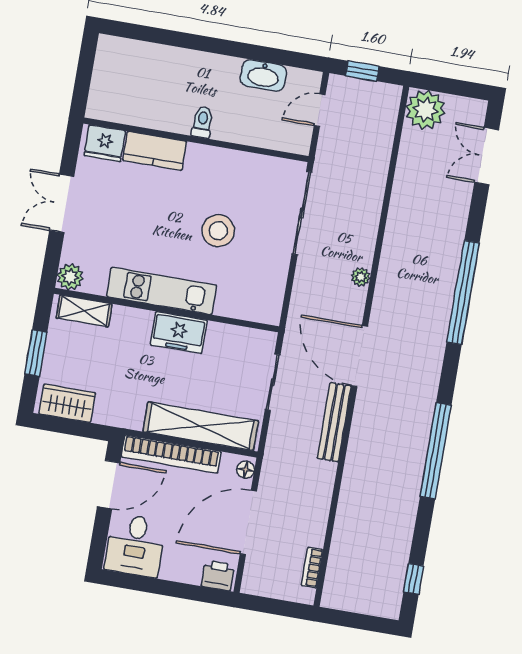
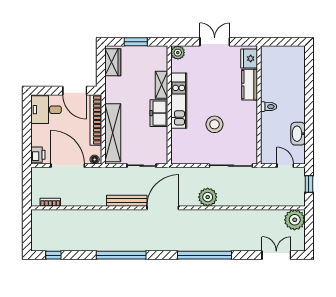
plant: (361, 277) -> (208, 197), width x1.88, depth x1.88
shelving: (84, 311) -> (162, 85), moved

